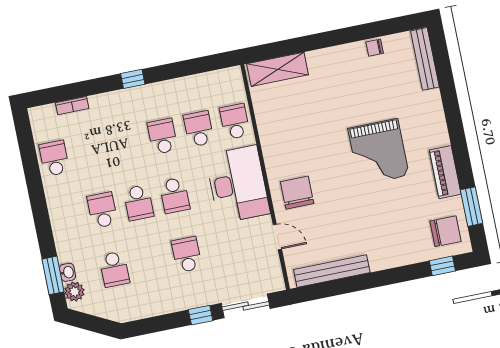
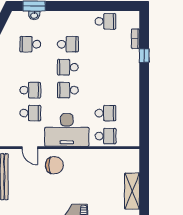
shelving: (278, 69) -> (132, 191), moved
window: (133, 79) -> (144, 56), moved
school desk: (163, 136) -> (30, 113), moved
door: (277, 237) -> (30, 148), hinge flipped
plant: (74, 292) -> (22, 17), removed

